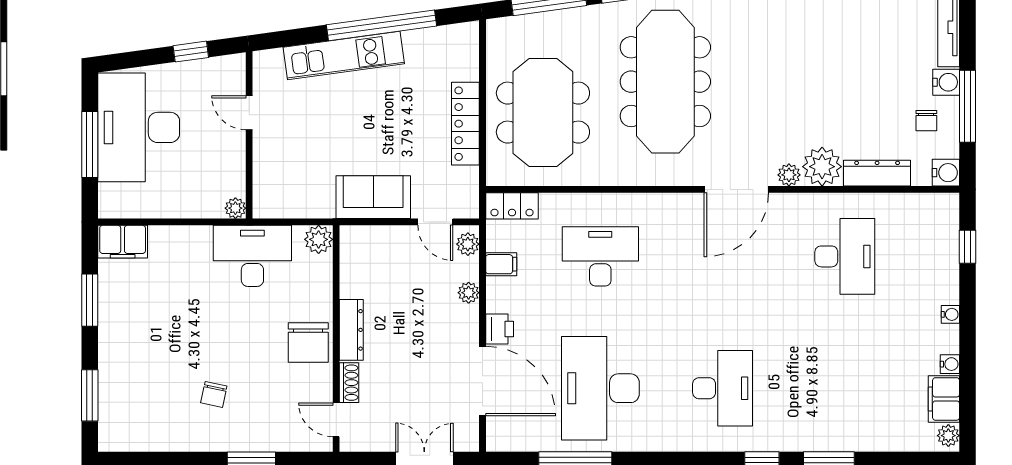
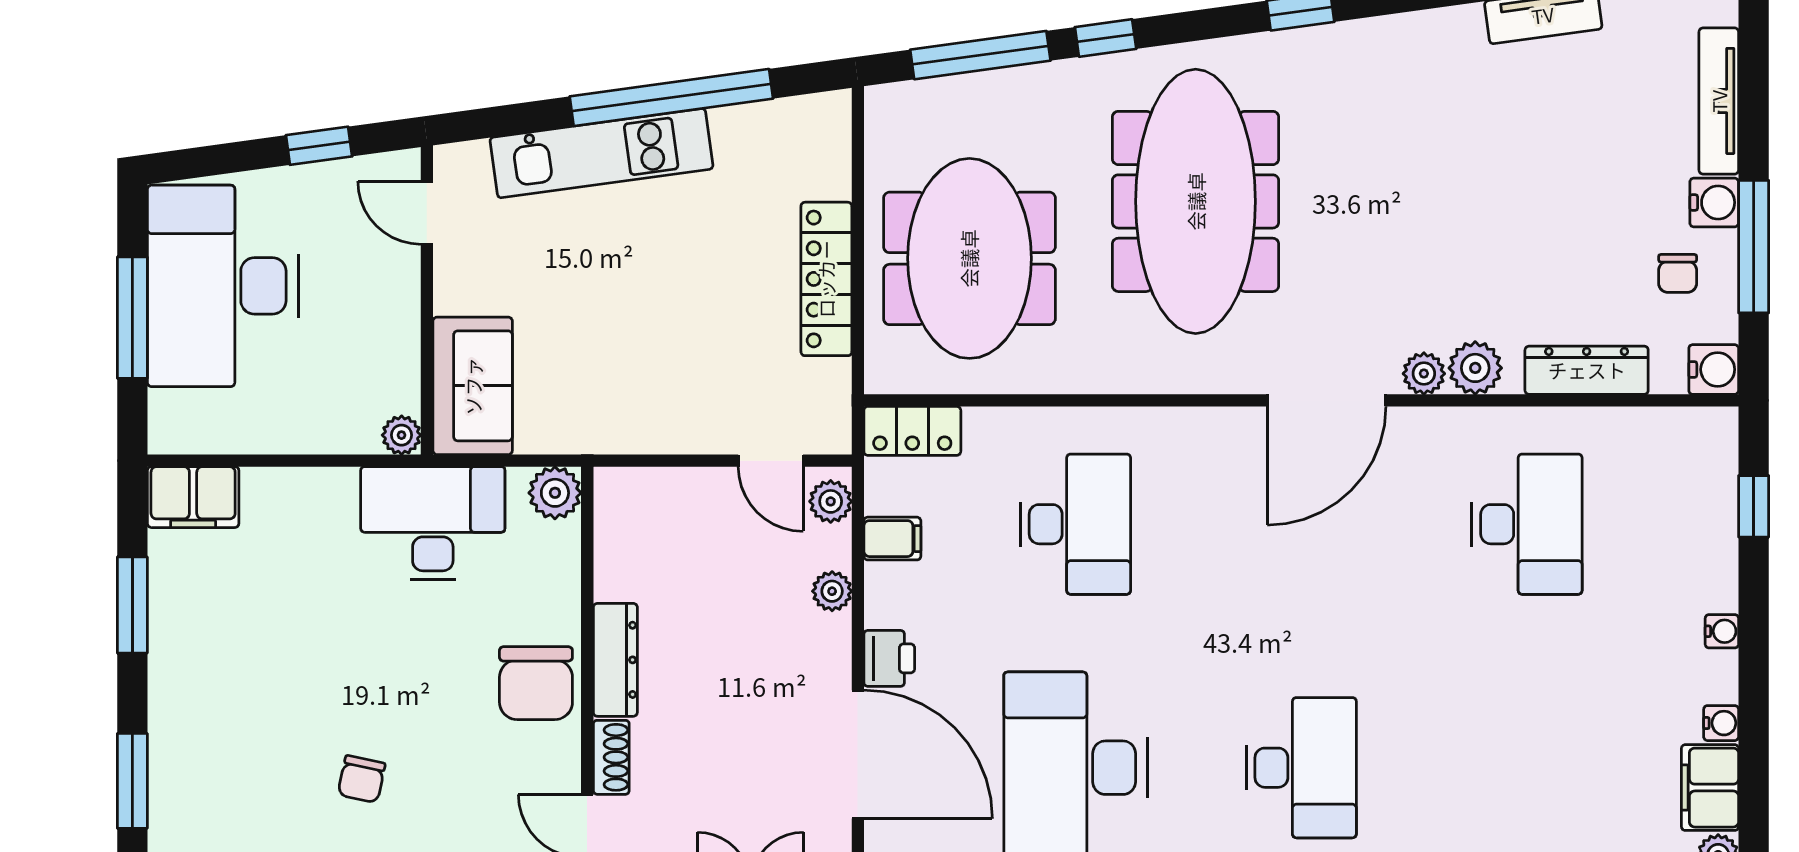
door: (249, 113) -> (427, 213), moved
plant: (822, 167) -> (1475, 368), width x0.73, depth x0.73
sofa: (373, 197) -> (473, 386), moved, turned 90
desk: (600, 256) -> (1075, 524), turned 90

